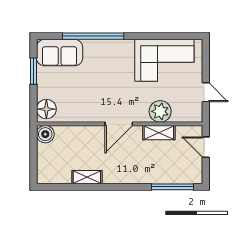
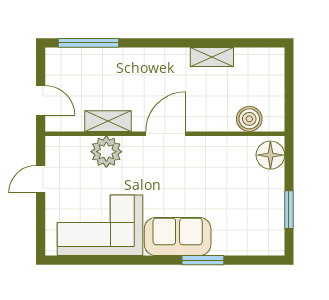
window: (93, 36) -> (203, 260), width x0.47
sofa: (60, 53) -> (178, 237), moved
door: (206, 92) -> (41, 179), hinge flipped
boiler: (45, 134) -> (249, 119), moved

